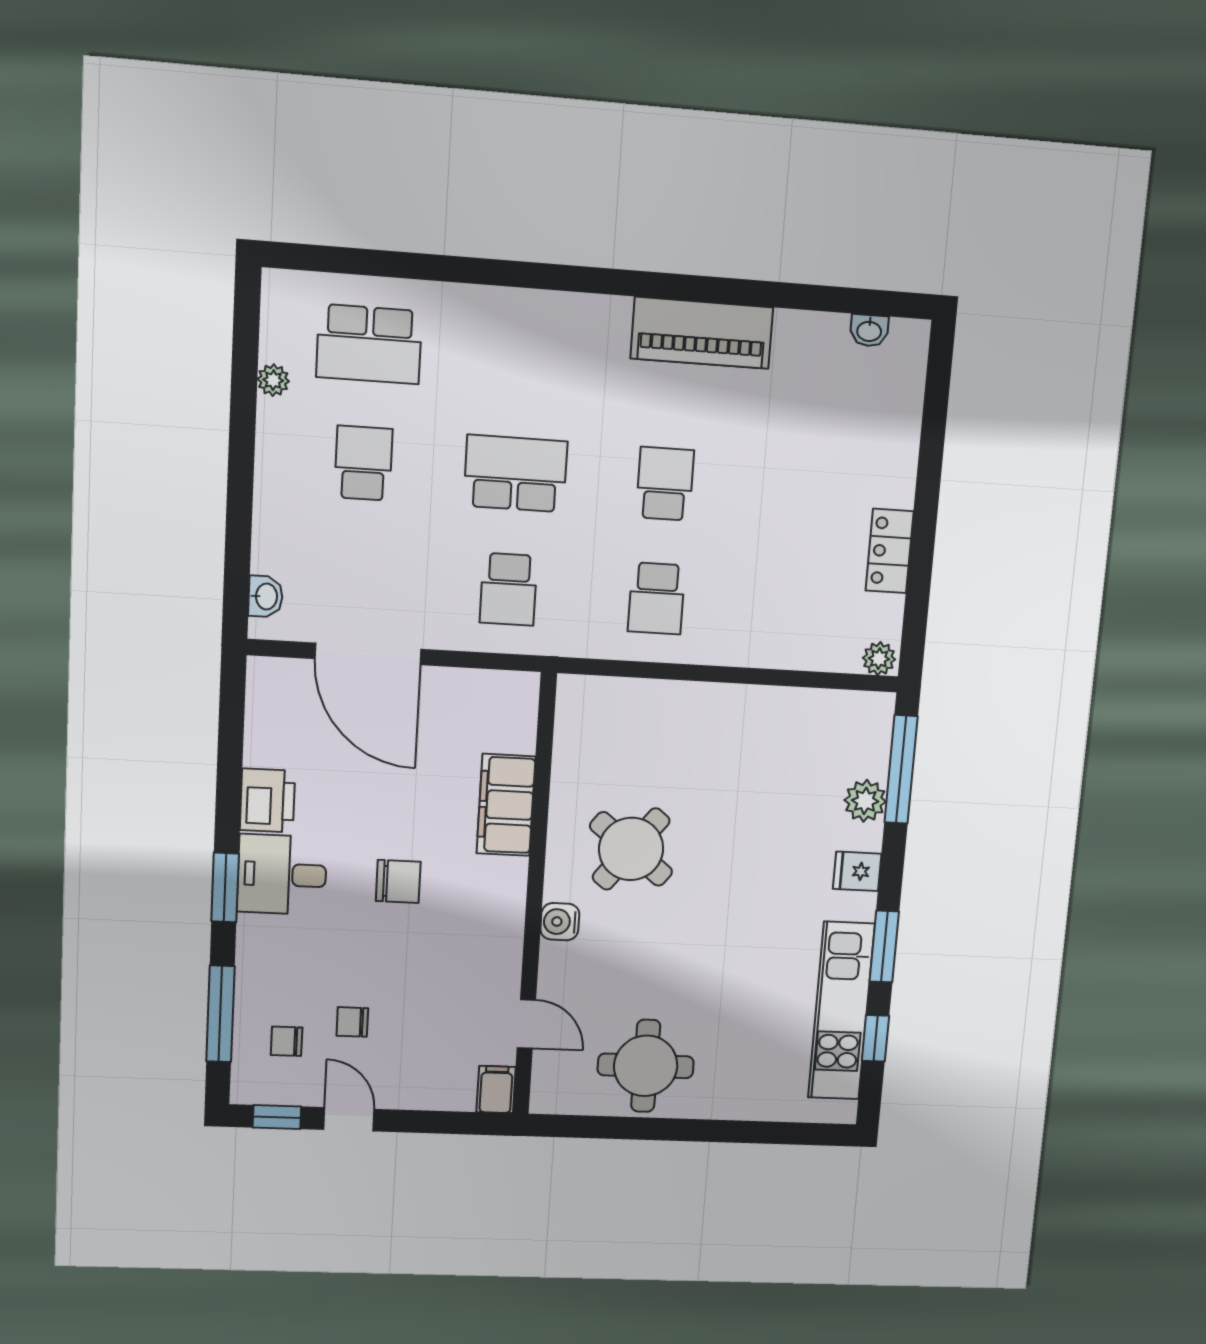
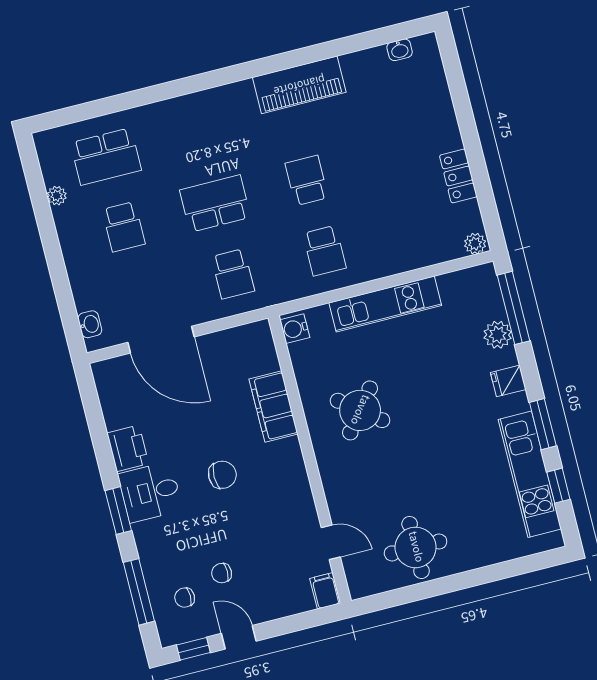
school desk: (363, 463) -> (124, 227), turned 180
kitchen unit: (719, 706) -> (385, 304), added
water cooler: (560, 922) -> (295, 329), moved

